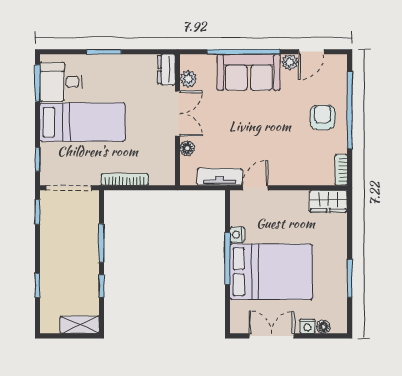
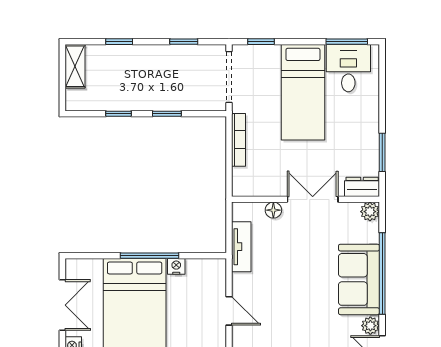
window: (104, 52) -> (382, 152), moved
plant: (188, 79) -> (370, 212), moved
double door: (178, 113) -> (313, 199), swing flipped
door: (255, 188) -> (229, 311), moved
window: (37, 212) -> (184, 42), moved
window: (101, 243) -> (167, 114), width x0.67
shelving: (80, 325) -> (75, 66), moved

